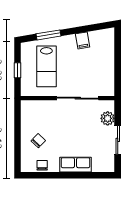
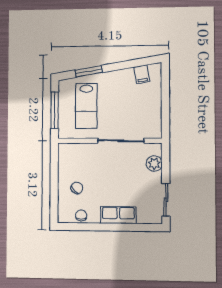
filing cabinet: (83, 40) -> (142, 74), moved
window: (18, 70) -> (55, 110), width x2.17
sliding door: (118, 140) -> (166, 200), moved

